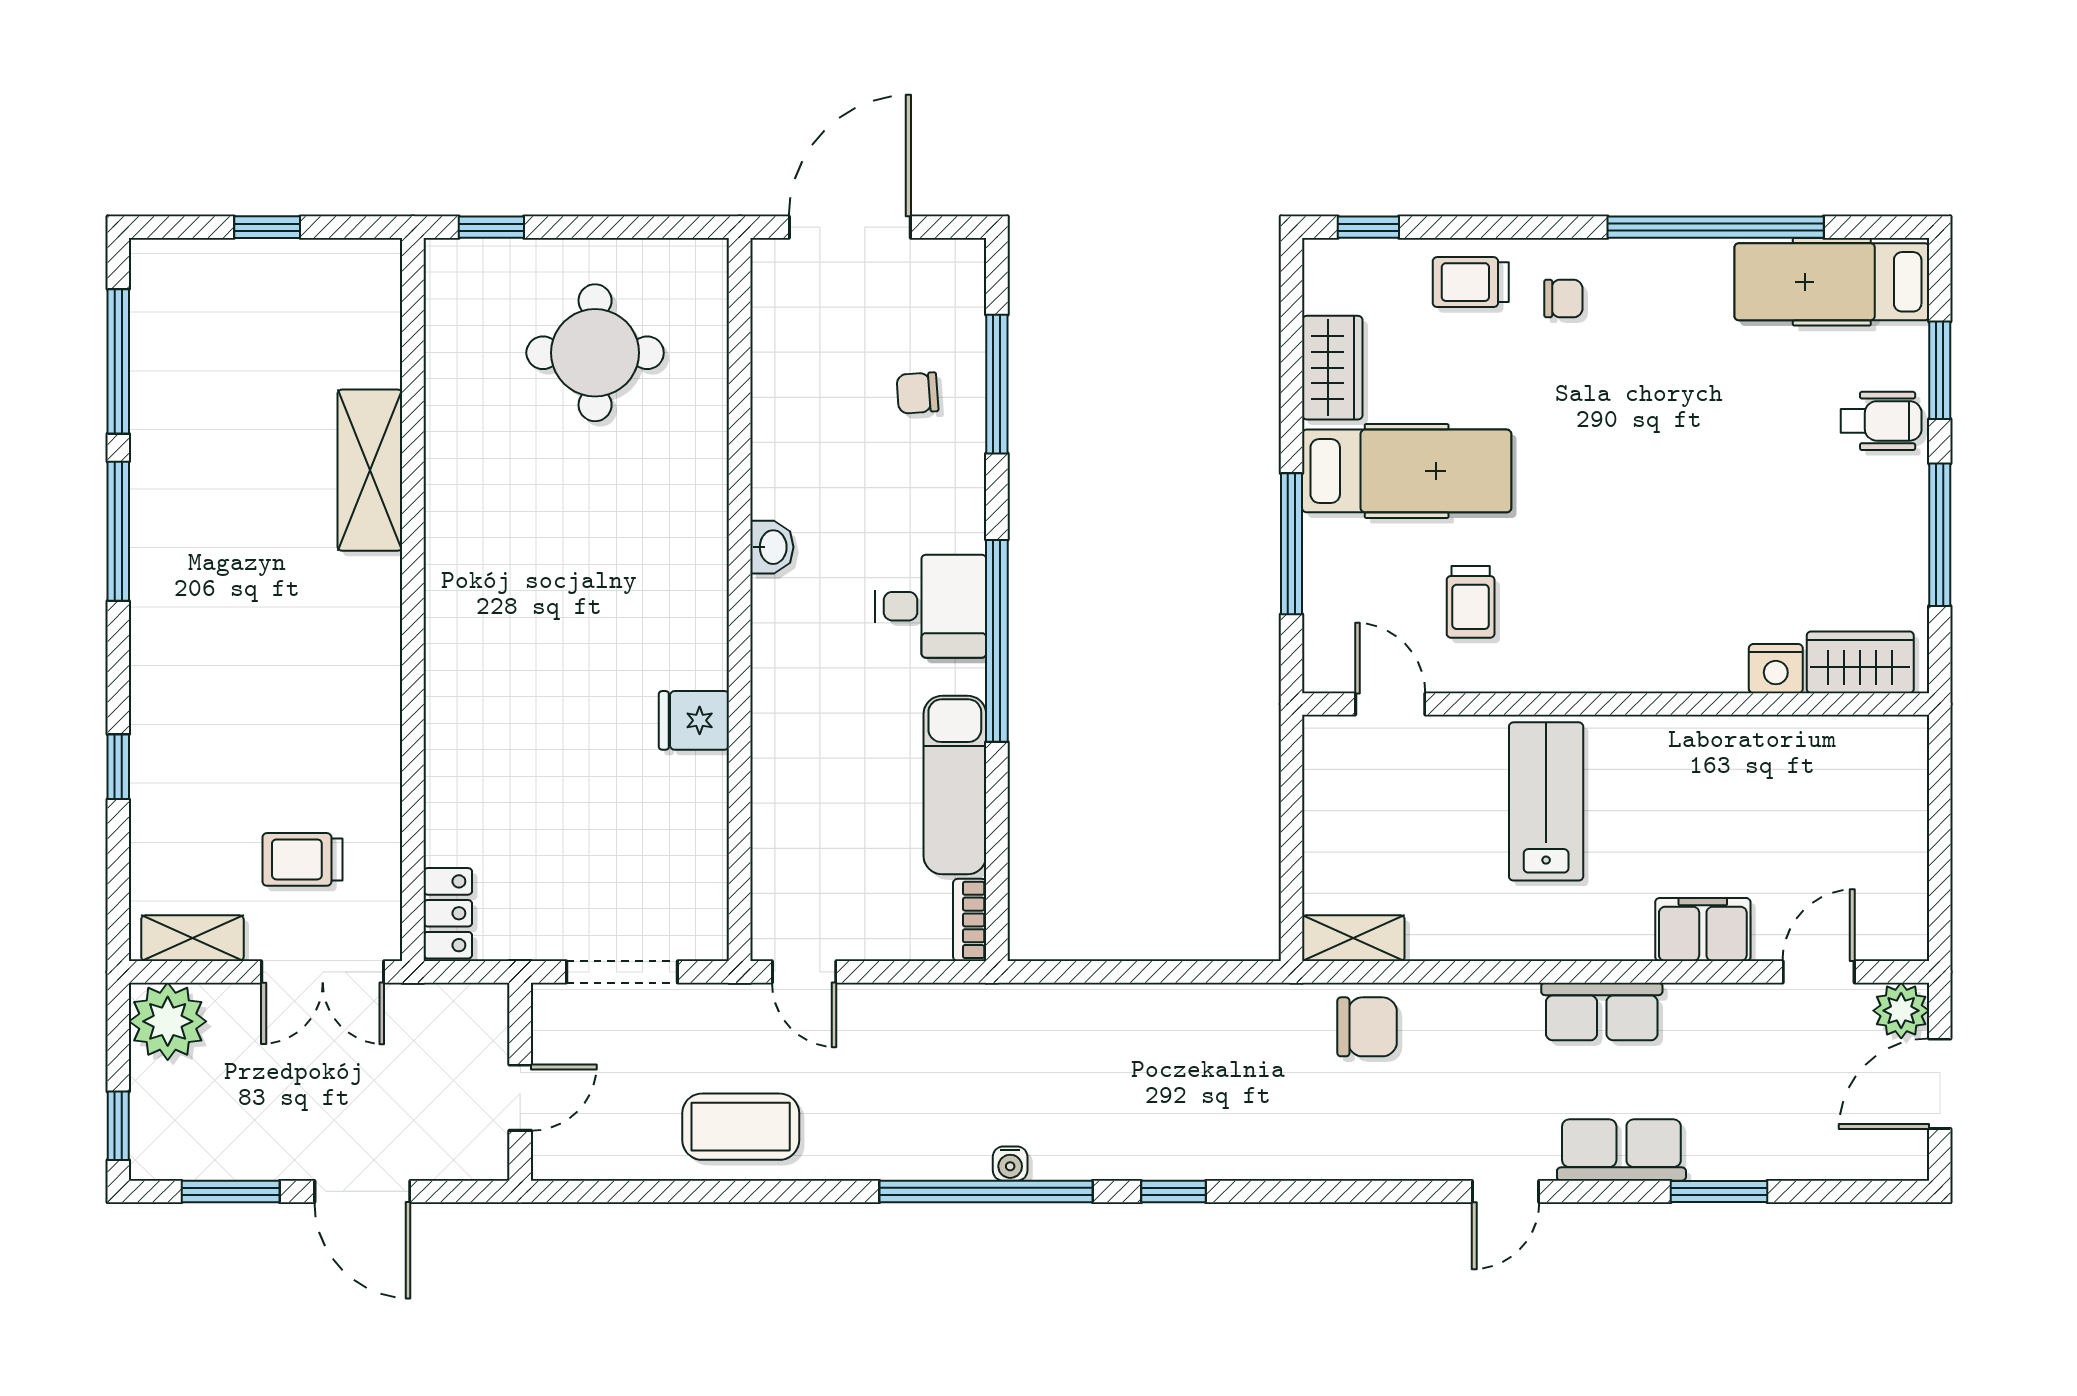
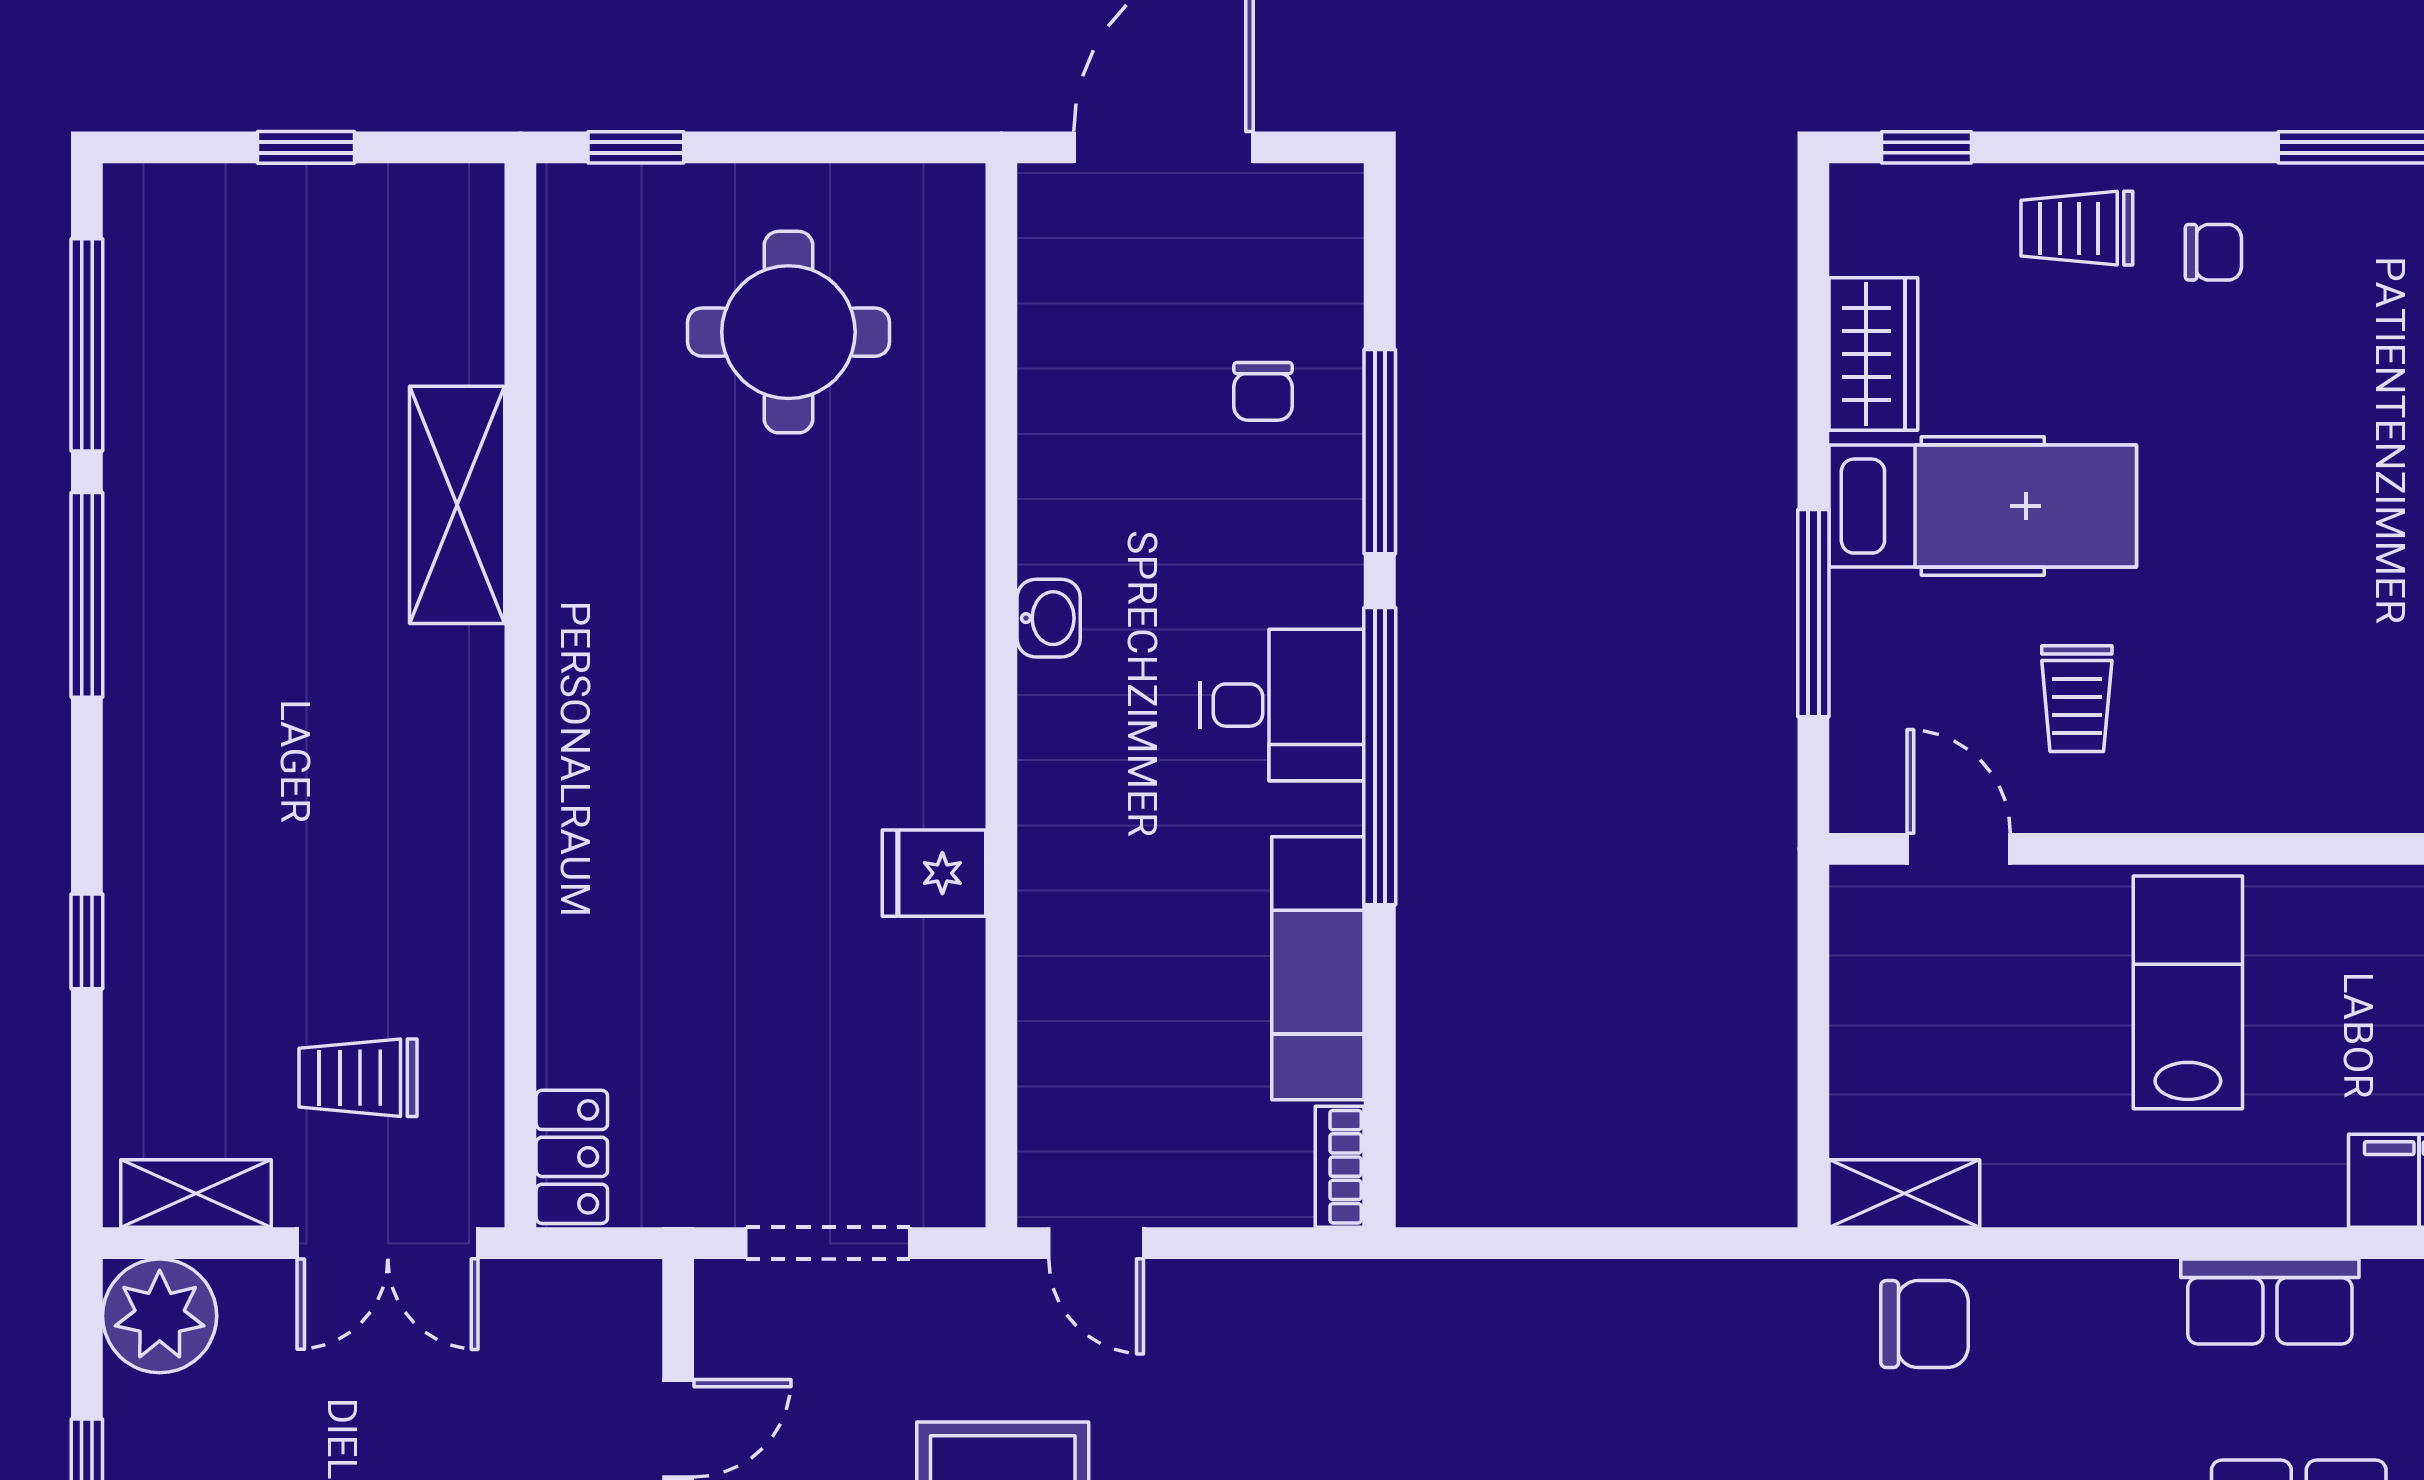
window: (997, 384) -> (1380, 452), moved
chair: (917, 393) -> (1263, 391), turned -86

